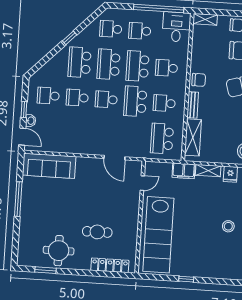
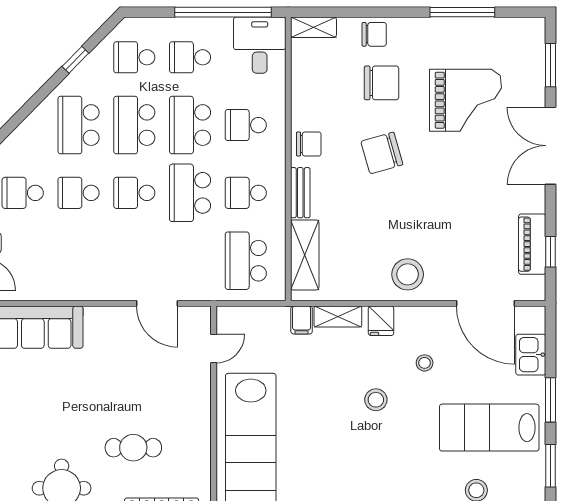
window: (70, 38) -> (75, 60), moved
filing cabinet: (184, 171) -> (302, 320), width x0.50
stool: (228, 226) -> (376, 400), moved

